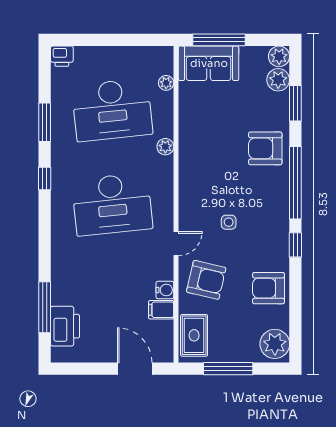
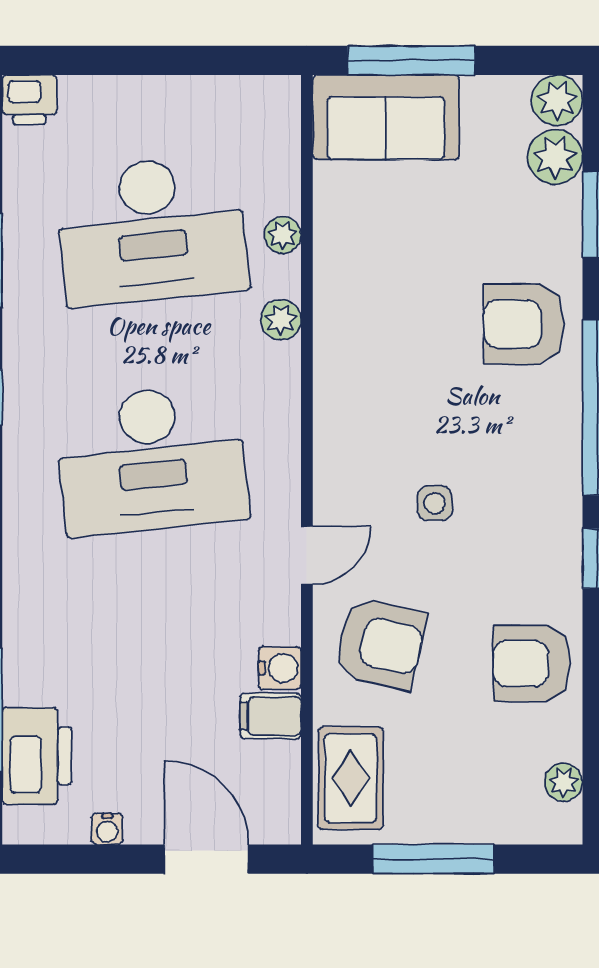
plant: (166, 83) -> (283, 235), moved
plant: (275, 344) -> (563, 782), width x0.53, depth x0.53
water cooler: (94, 356) -> (107, 829), added

